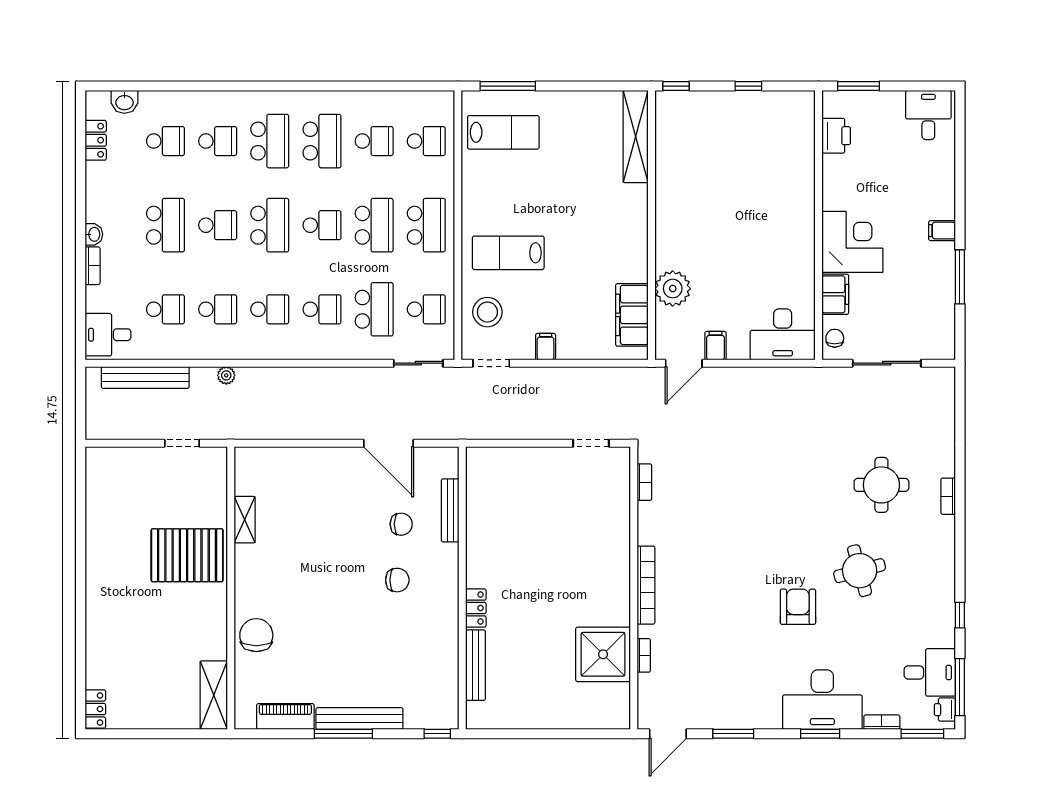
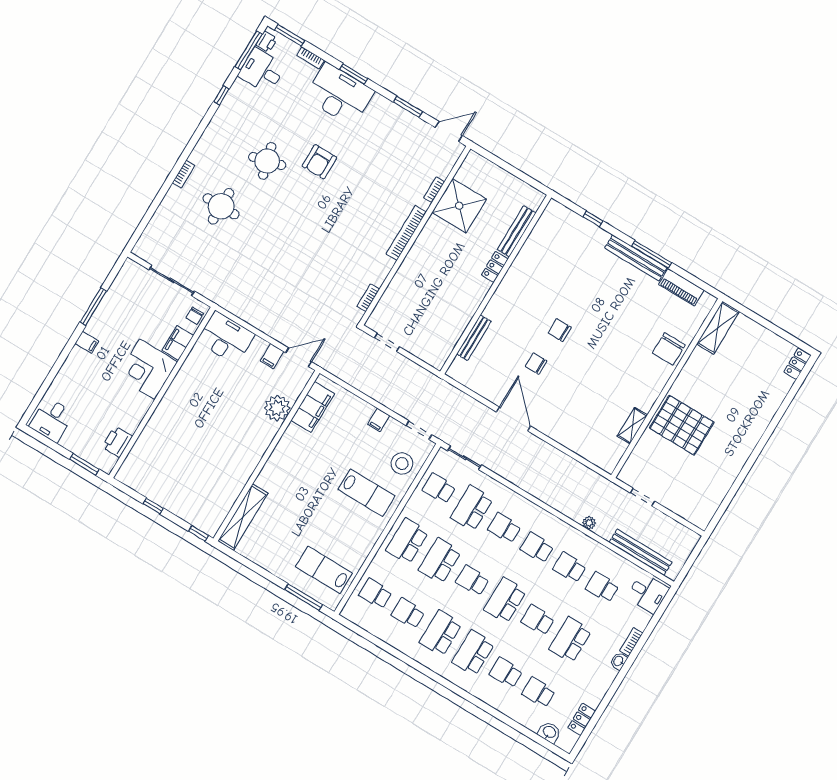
bench: (450, 510) -> (474, 338), moved
wall: (462, 588) -> (496, 285), moved
locker: (476, 608) -> (495, 267), moved
bench: (476, 665) -> (517, 231), moved

